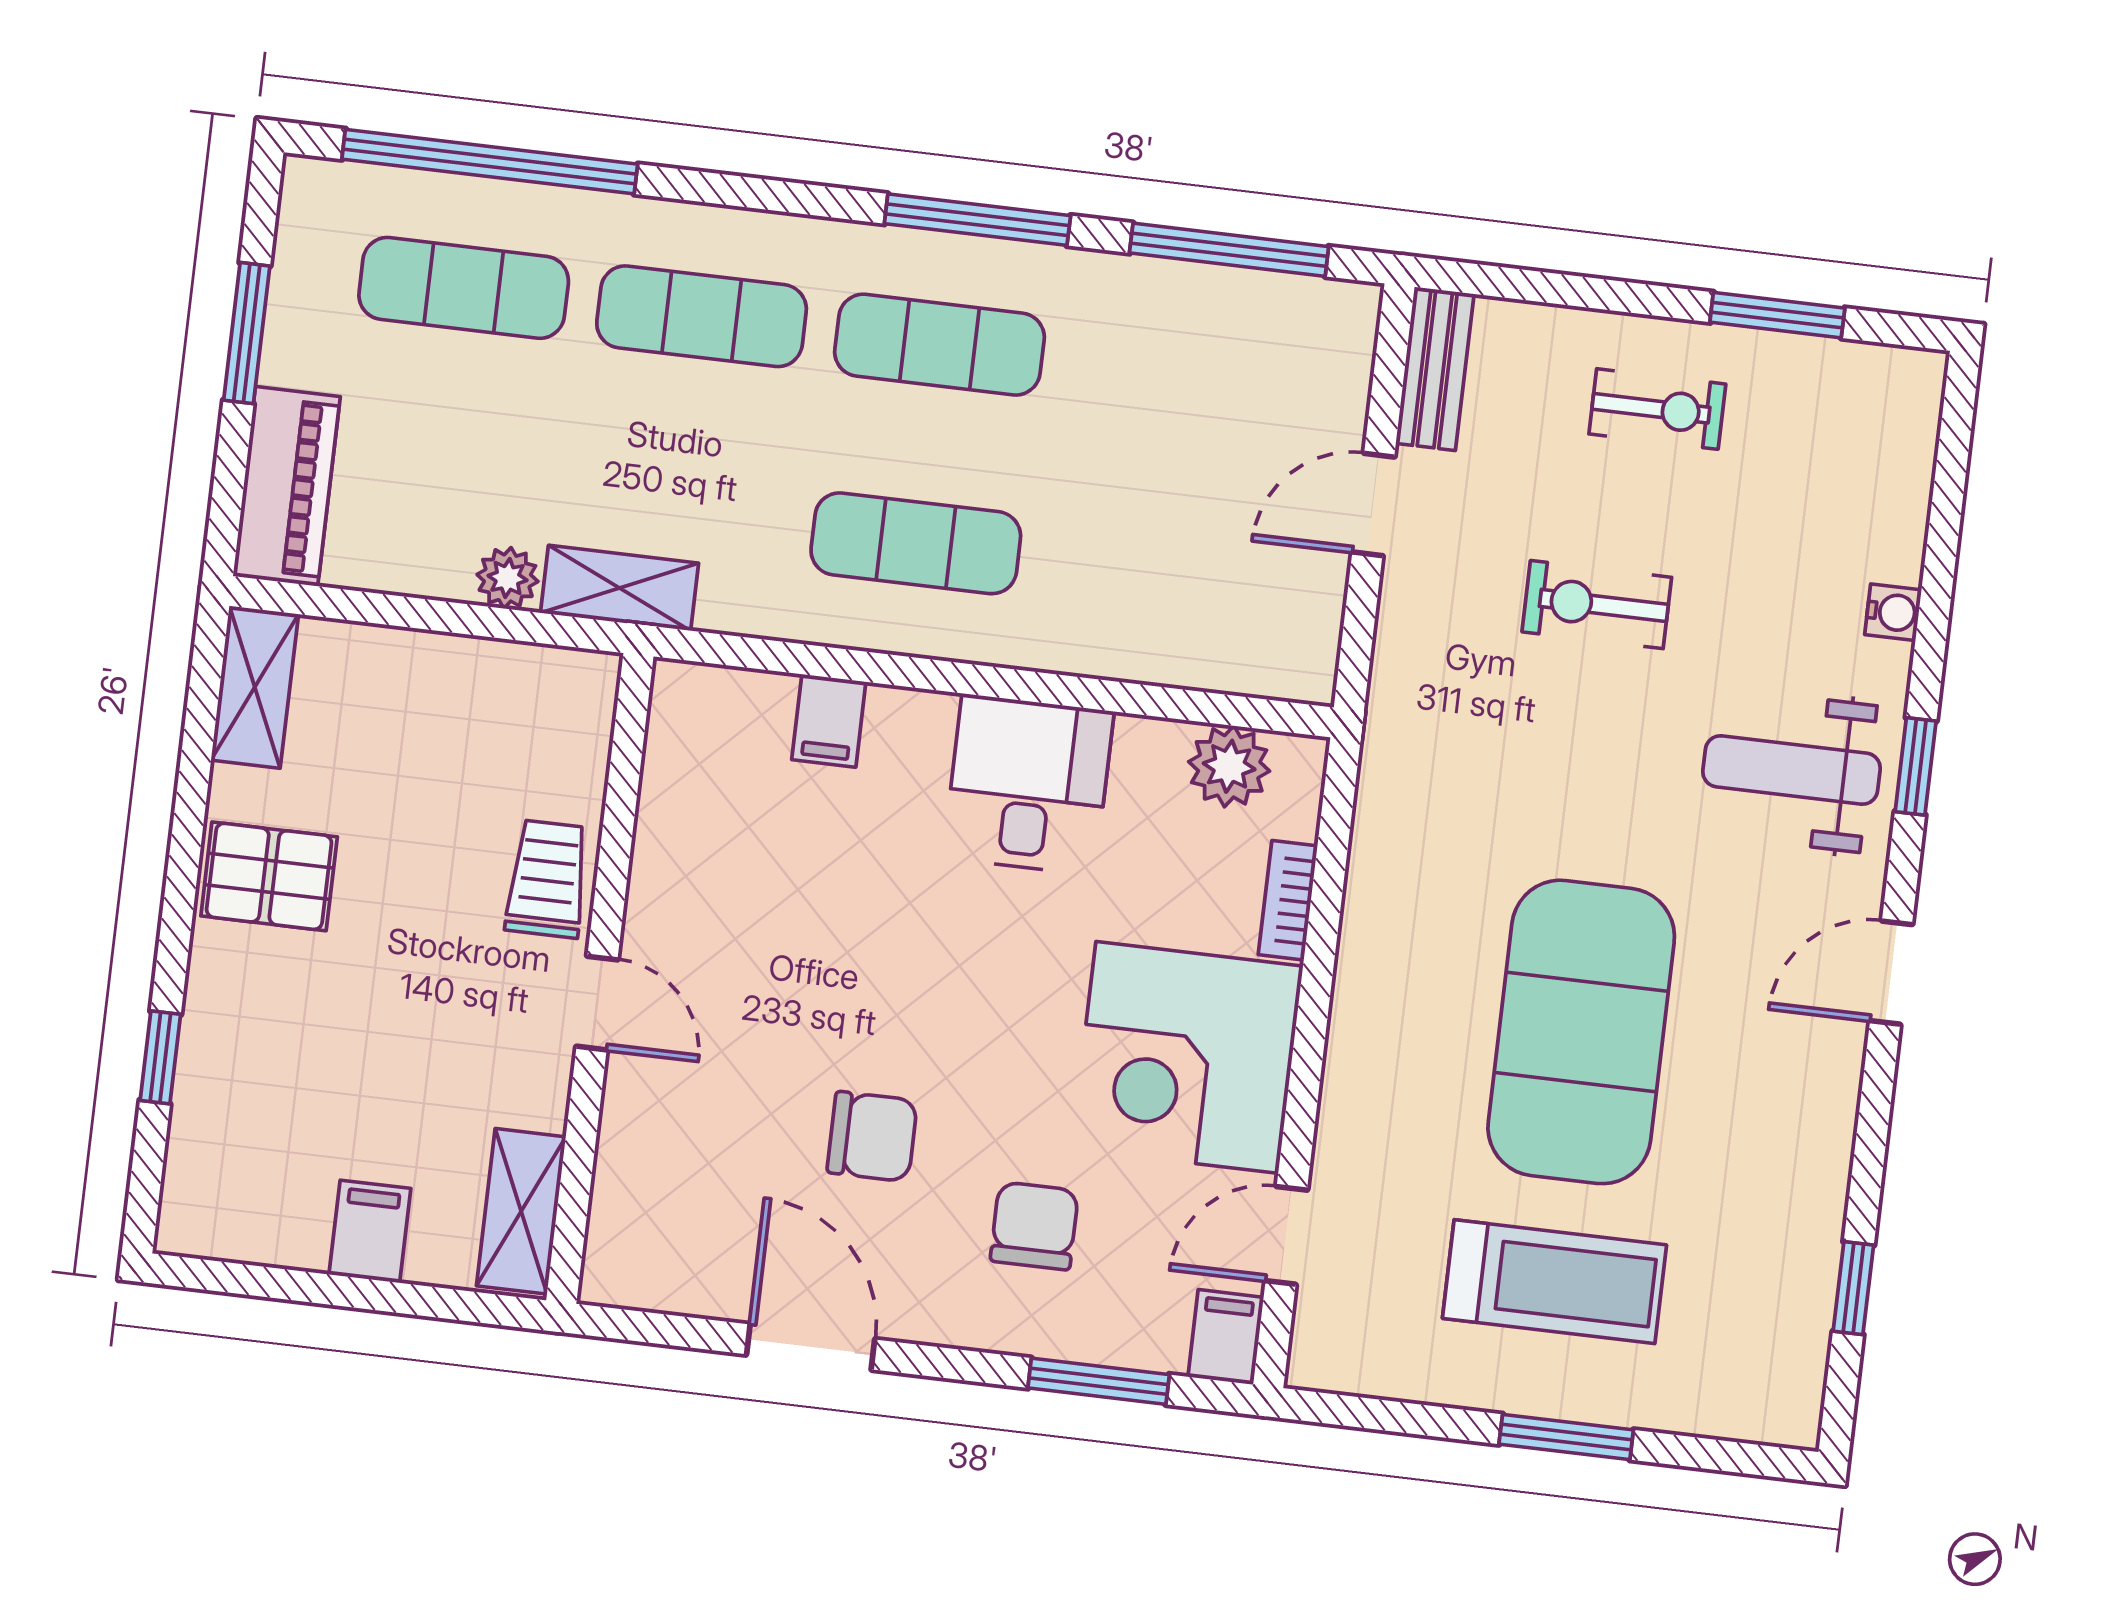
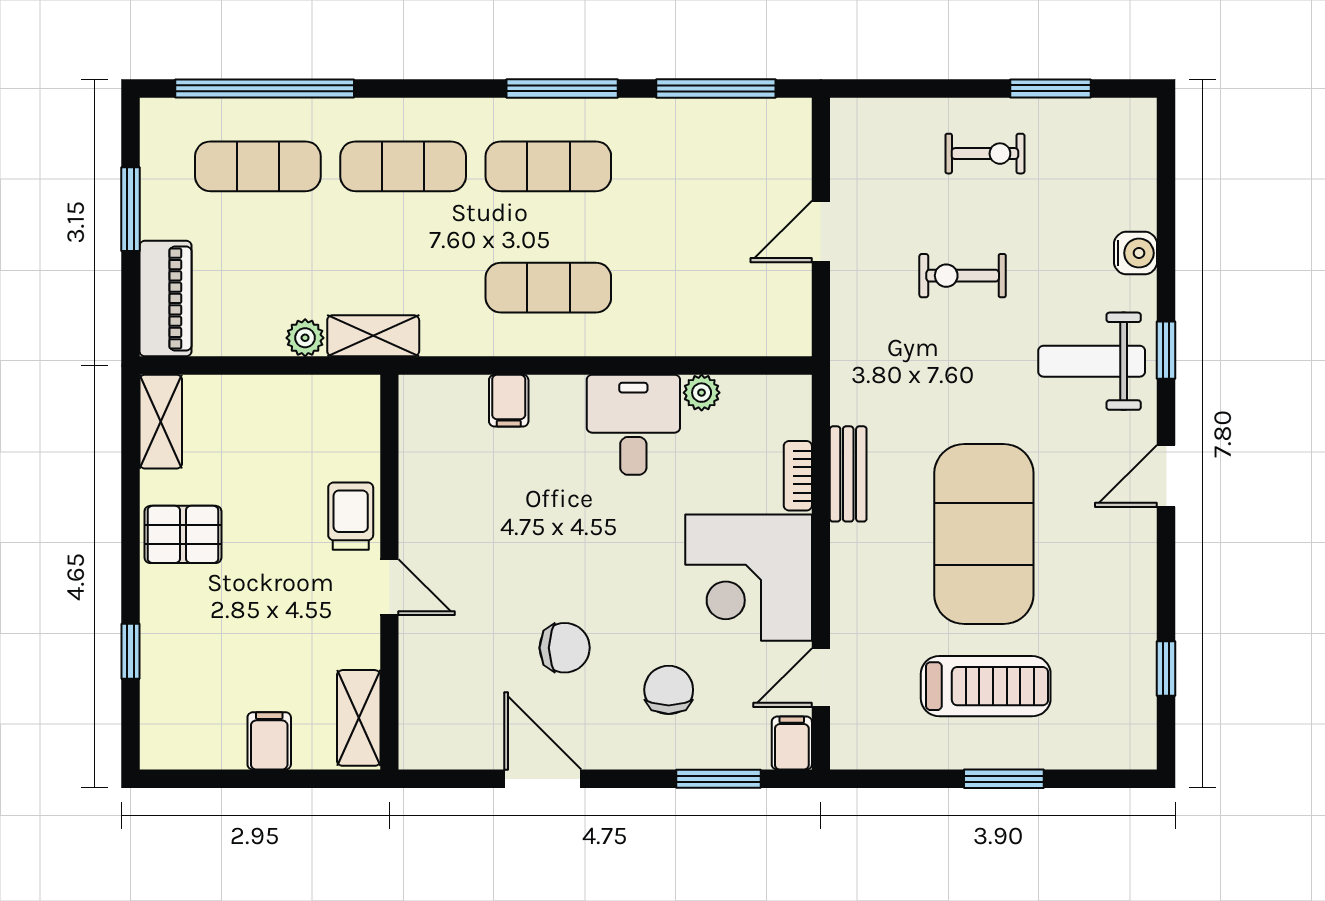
bench: (1435, 369) -> (848, 474), moved
water cooler: (1893, 612) -> (1136, 253), width x1.38, depth x1.38
plant: (1229, 766) -> (702, 393), moved, width x0.73, depth x0.73

